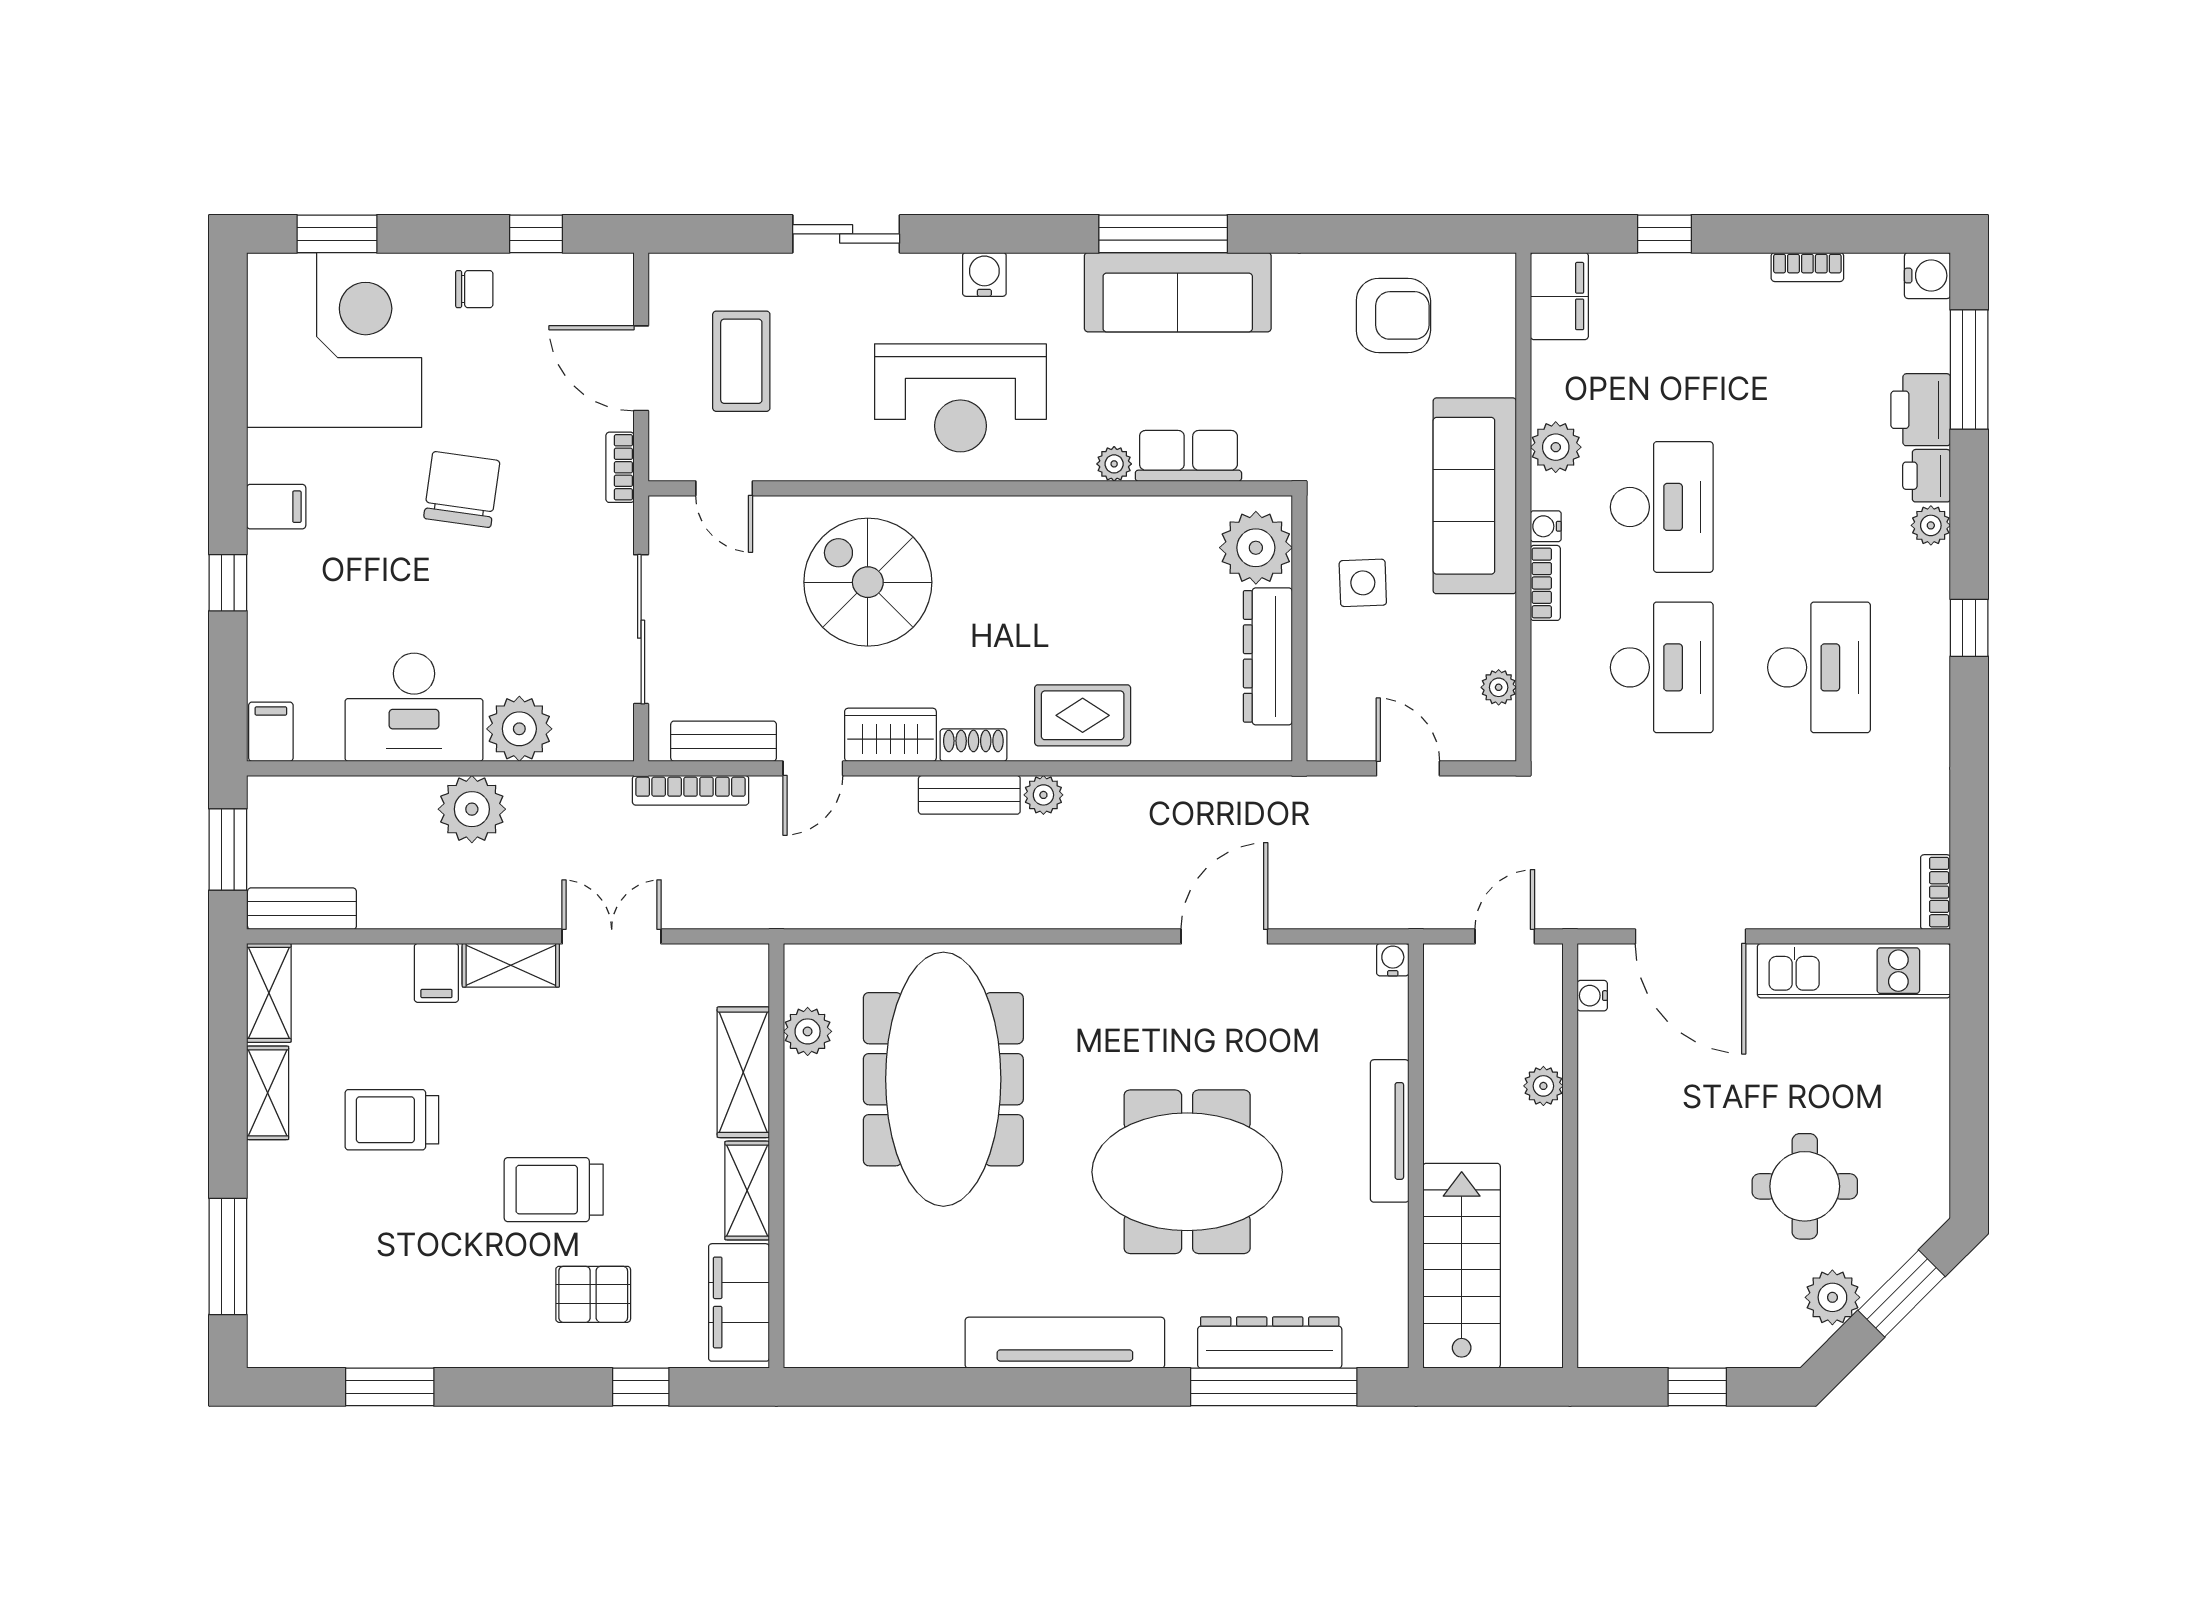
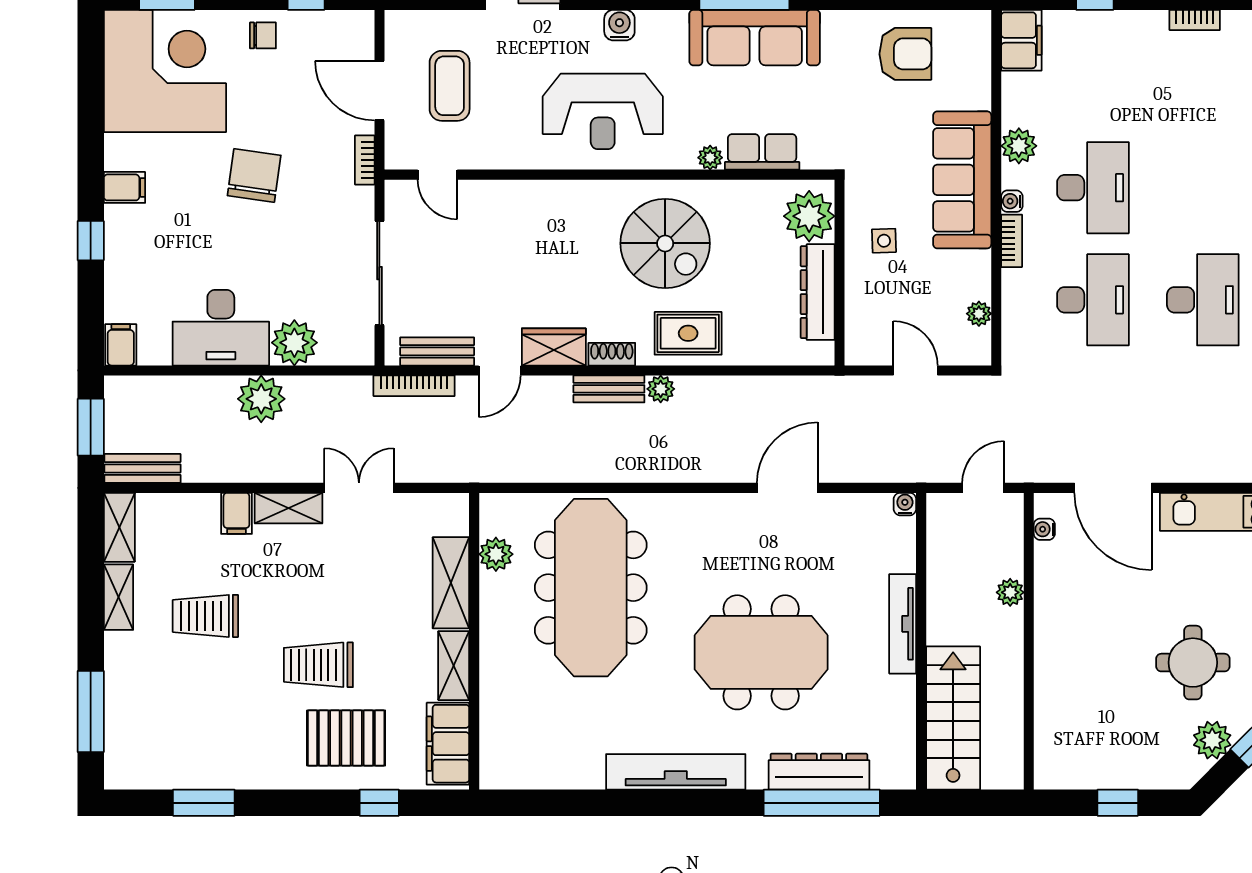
spiral stairs: (868, 582) -> (665, 243), moved, turned 180
side table: (1363, 583) -> (884, 241), width x0.73, depth x0.73
pallet: (593, 1294) -> (346, 738), width x1.50, depth x1.42

